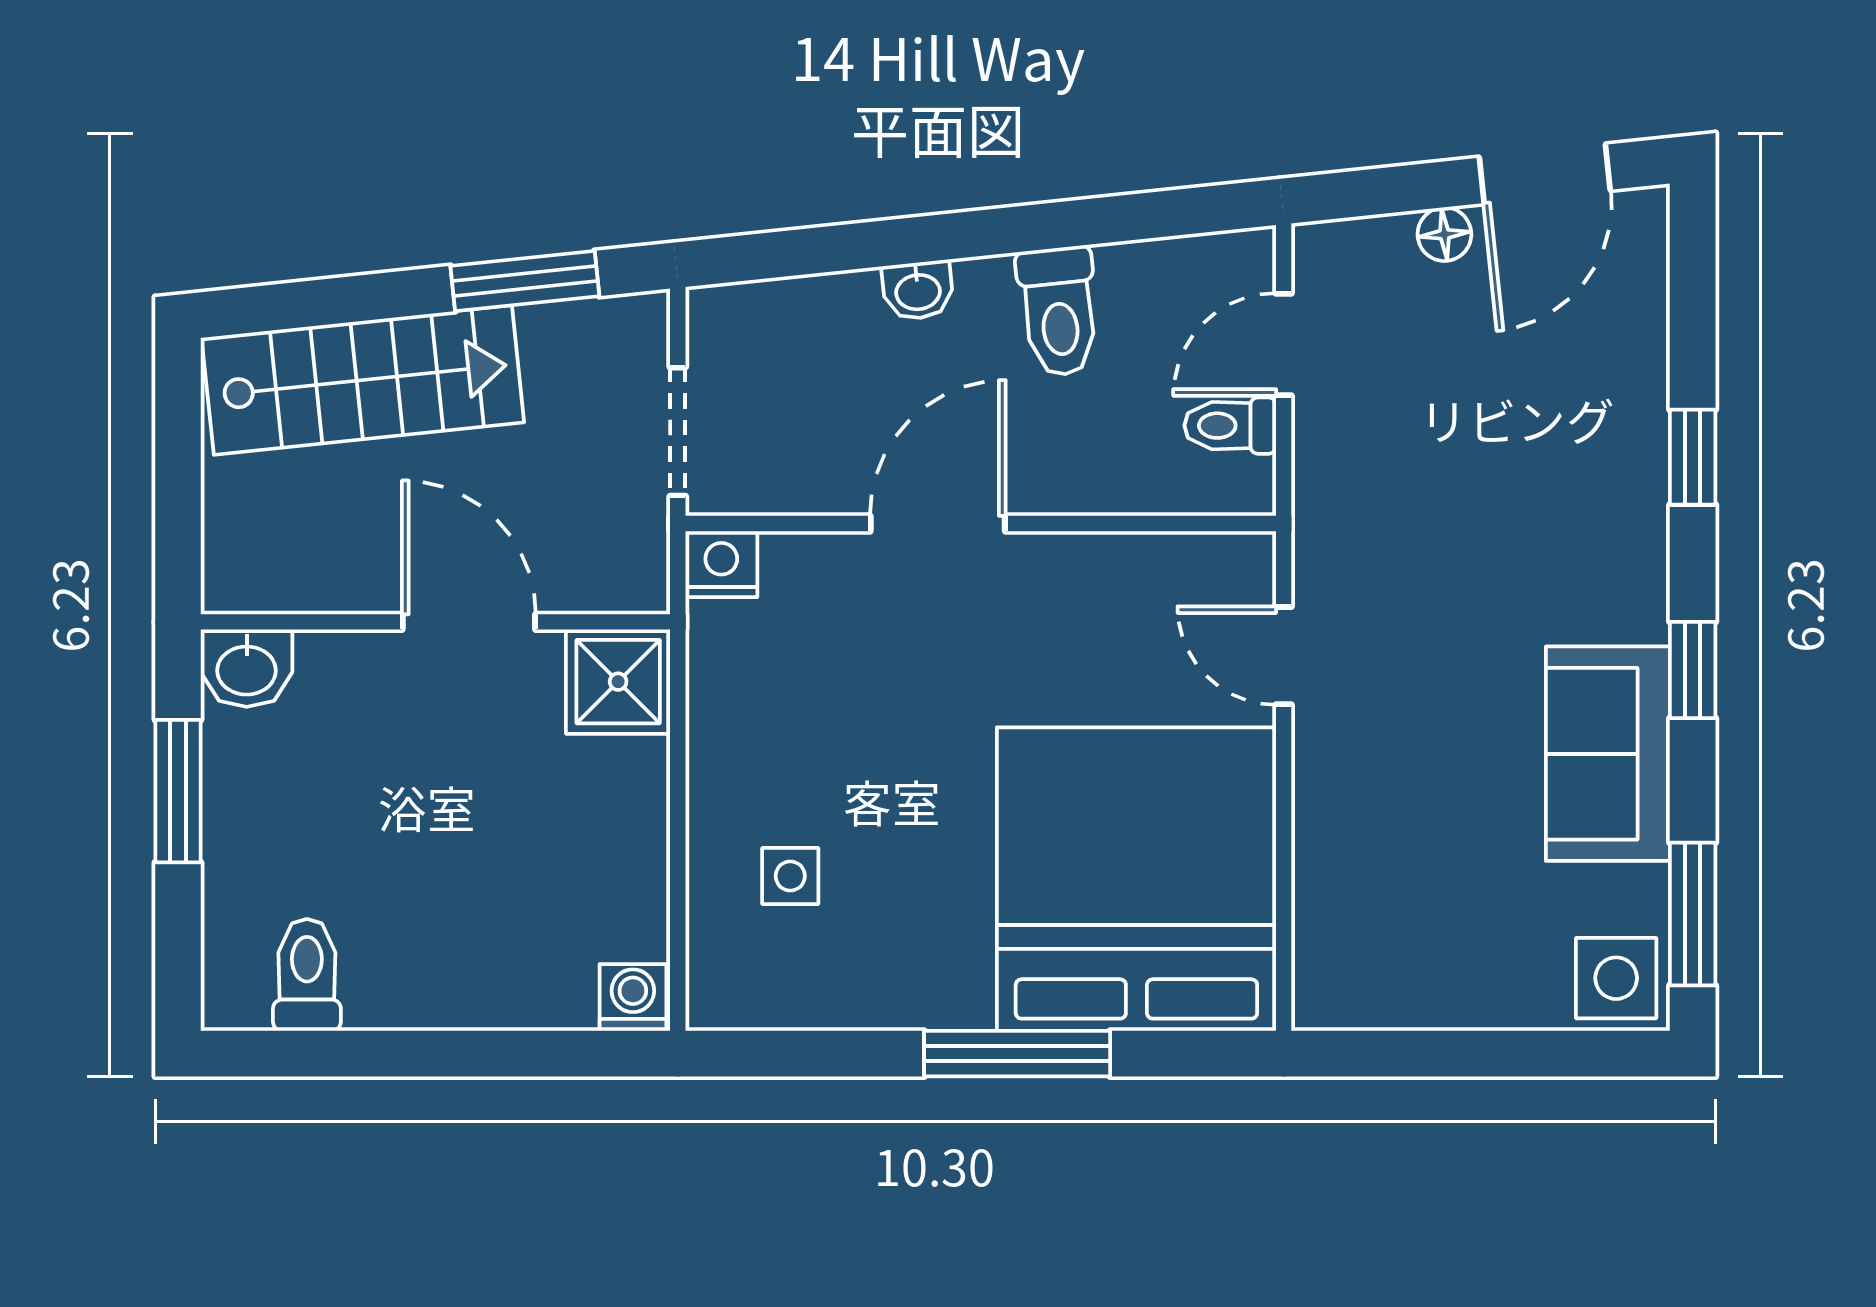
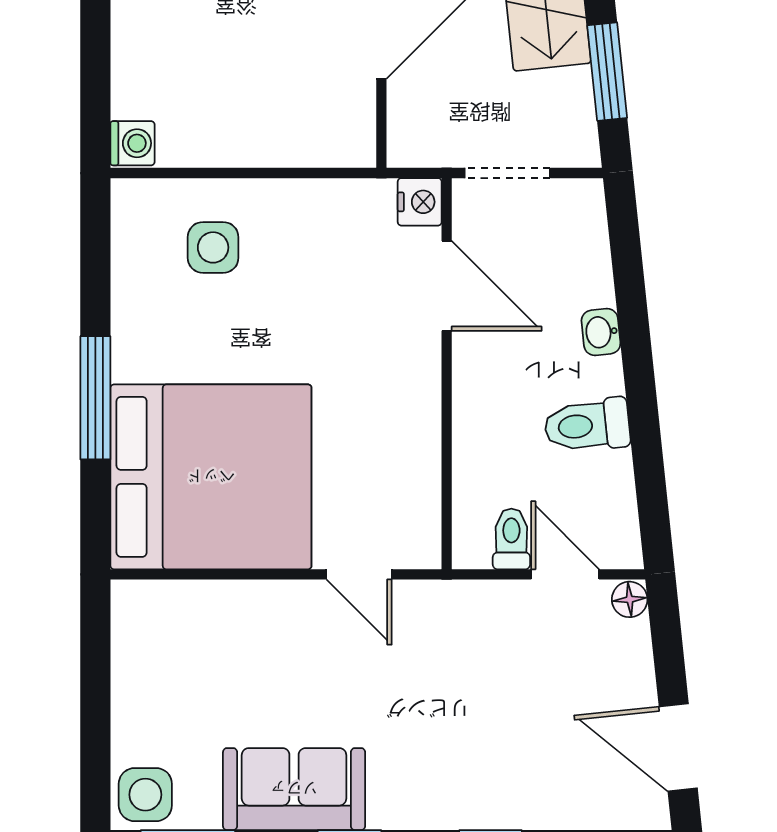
floor lamp: (1444, 234) -> (630, 599), moved
door: (938, 523) -> (447, 286), moved
door: (1284, 656) -> (359, 574), swing flipped
shower: (618, 682) -> (342, 133), removed
side table: (790, 876) -> (213, 247), width x1.37, depth x1.37

